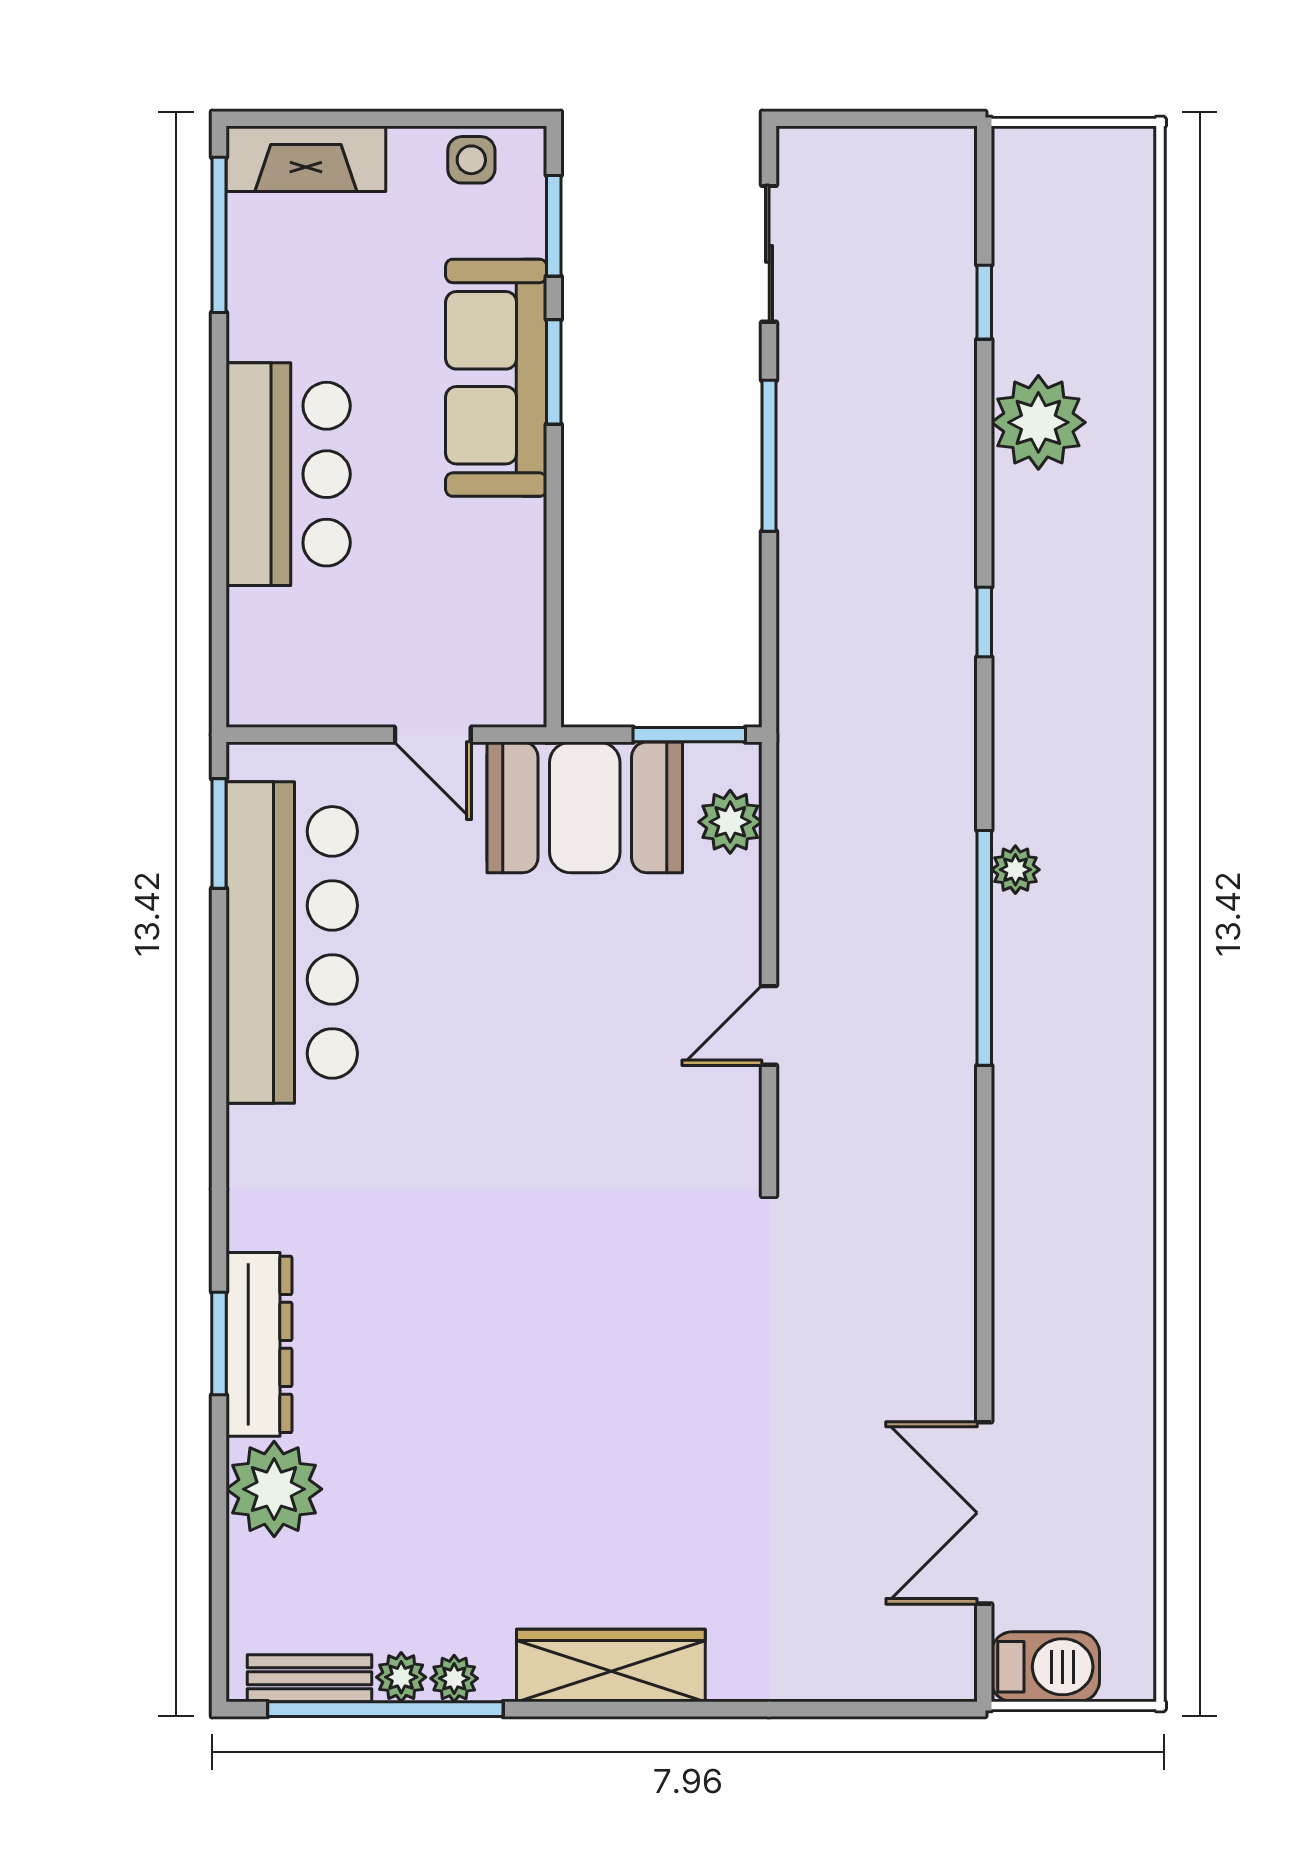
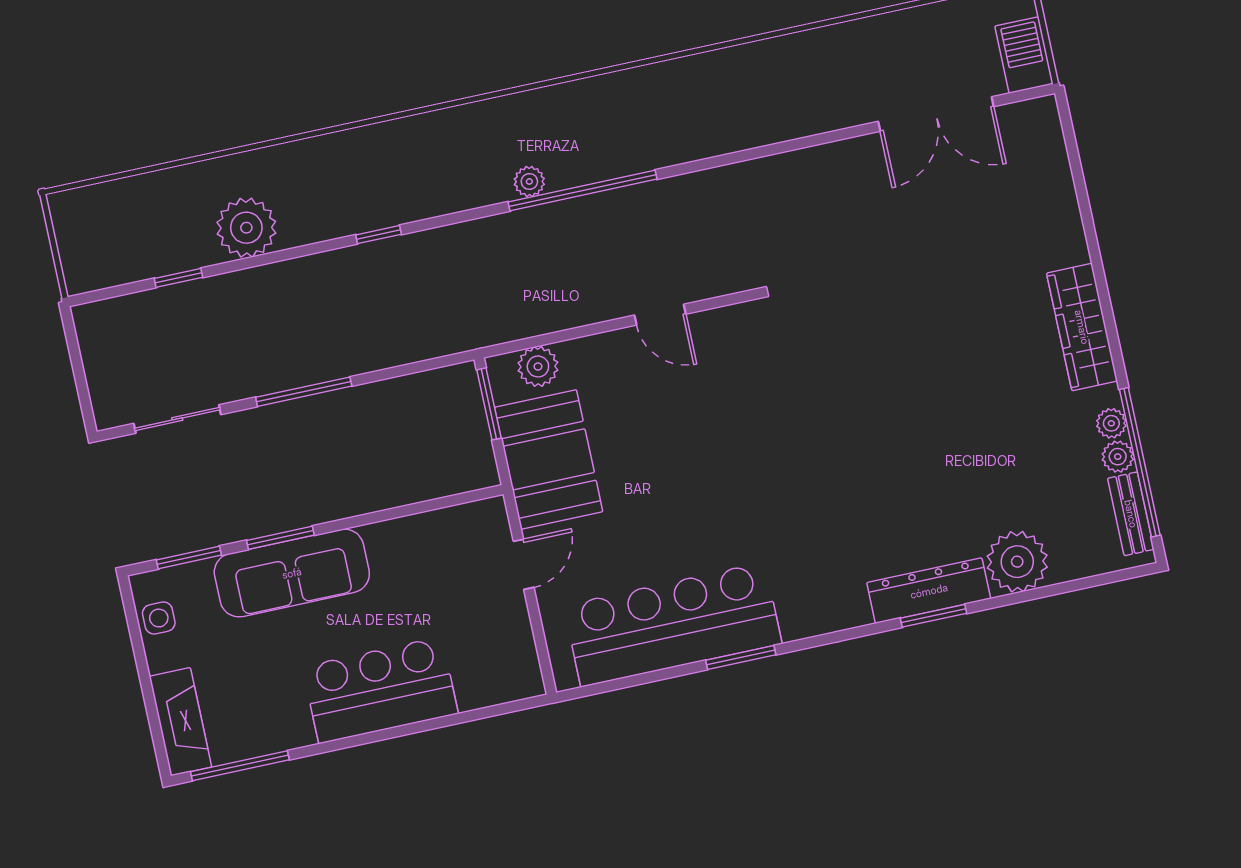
window: (219, 833) -> (741, 657), moved

